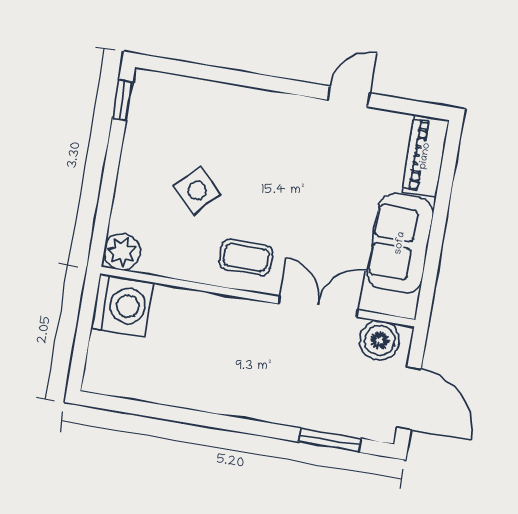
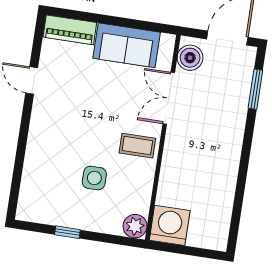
window: (123, 100) -> (67, 232), moved
side table: (197, 190) -> (94, 178), turned 45
coffee table: (246, 257) -> (137, 146), turned 90

